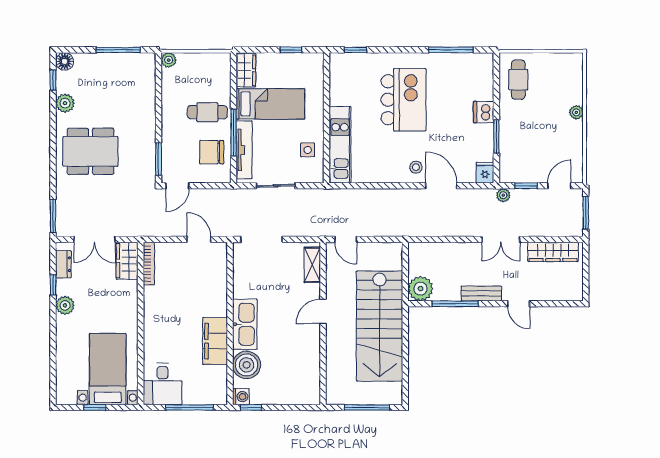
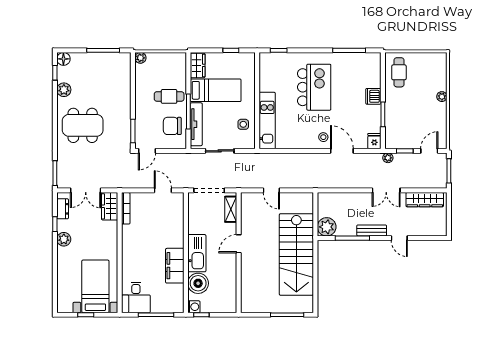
shelving: (312, 265) -> (231, 209), moved
door: (323, 311) -> (239, 244), moved
wall: (323, 323) -> (239, 253), moved

